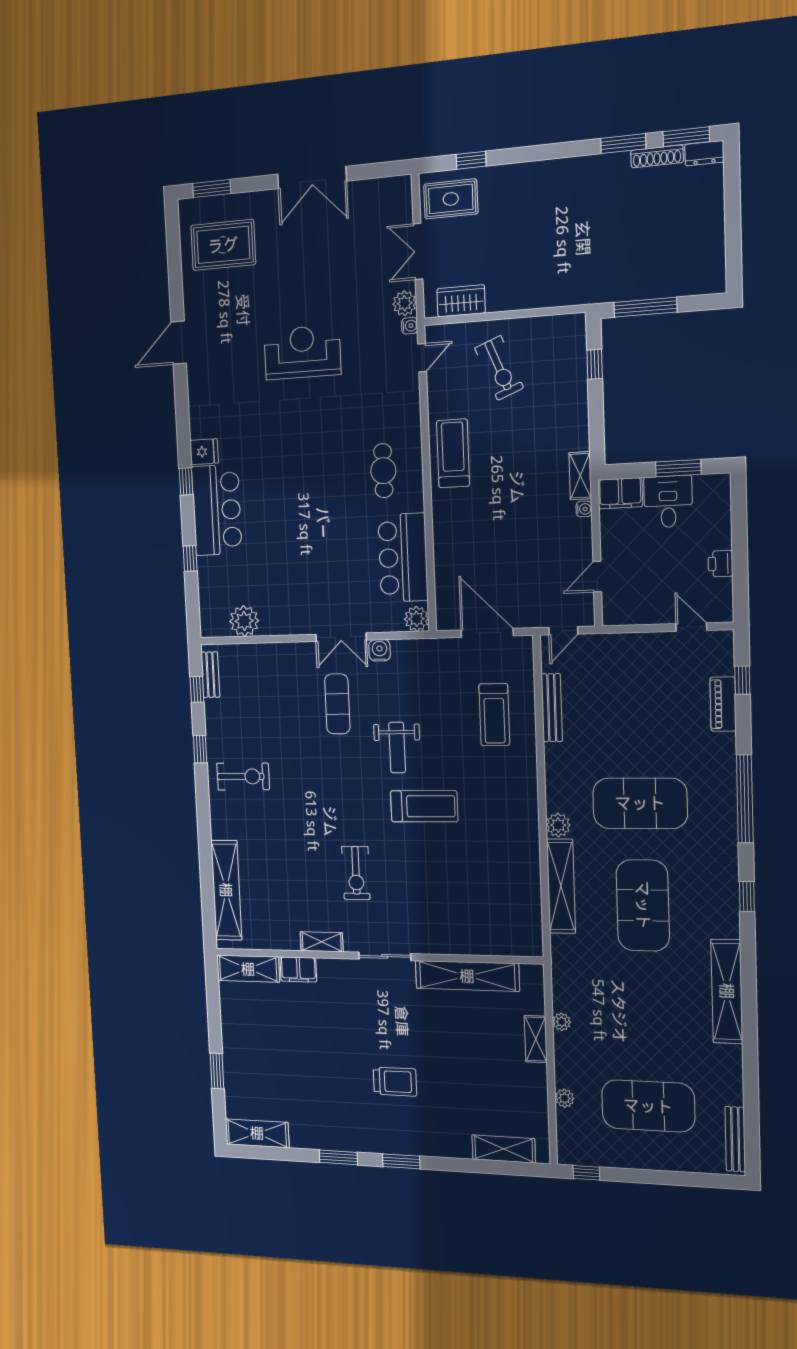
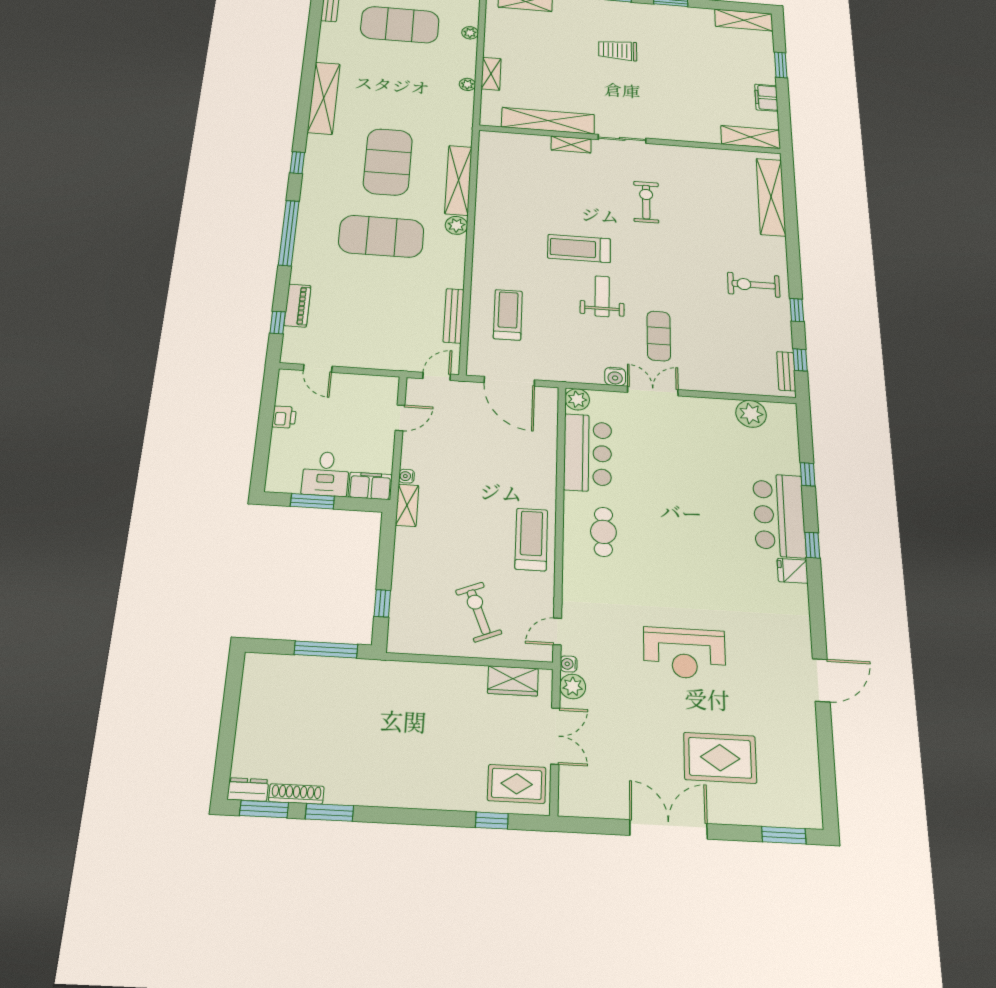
rug: (223, 245) -> (720, 758), moved
treadmill: (453, 453) -> (531, 539), turned 180
shelving: (322, 942) -> (571, 144), moved
filing cabinet: (298, 969) -> (766, 98), moved, turned -90

